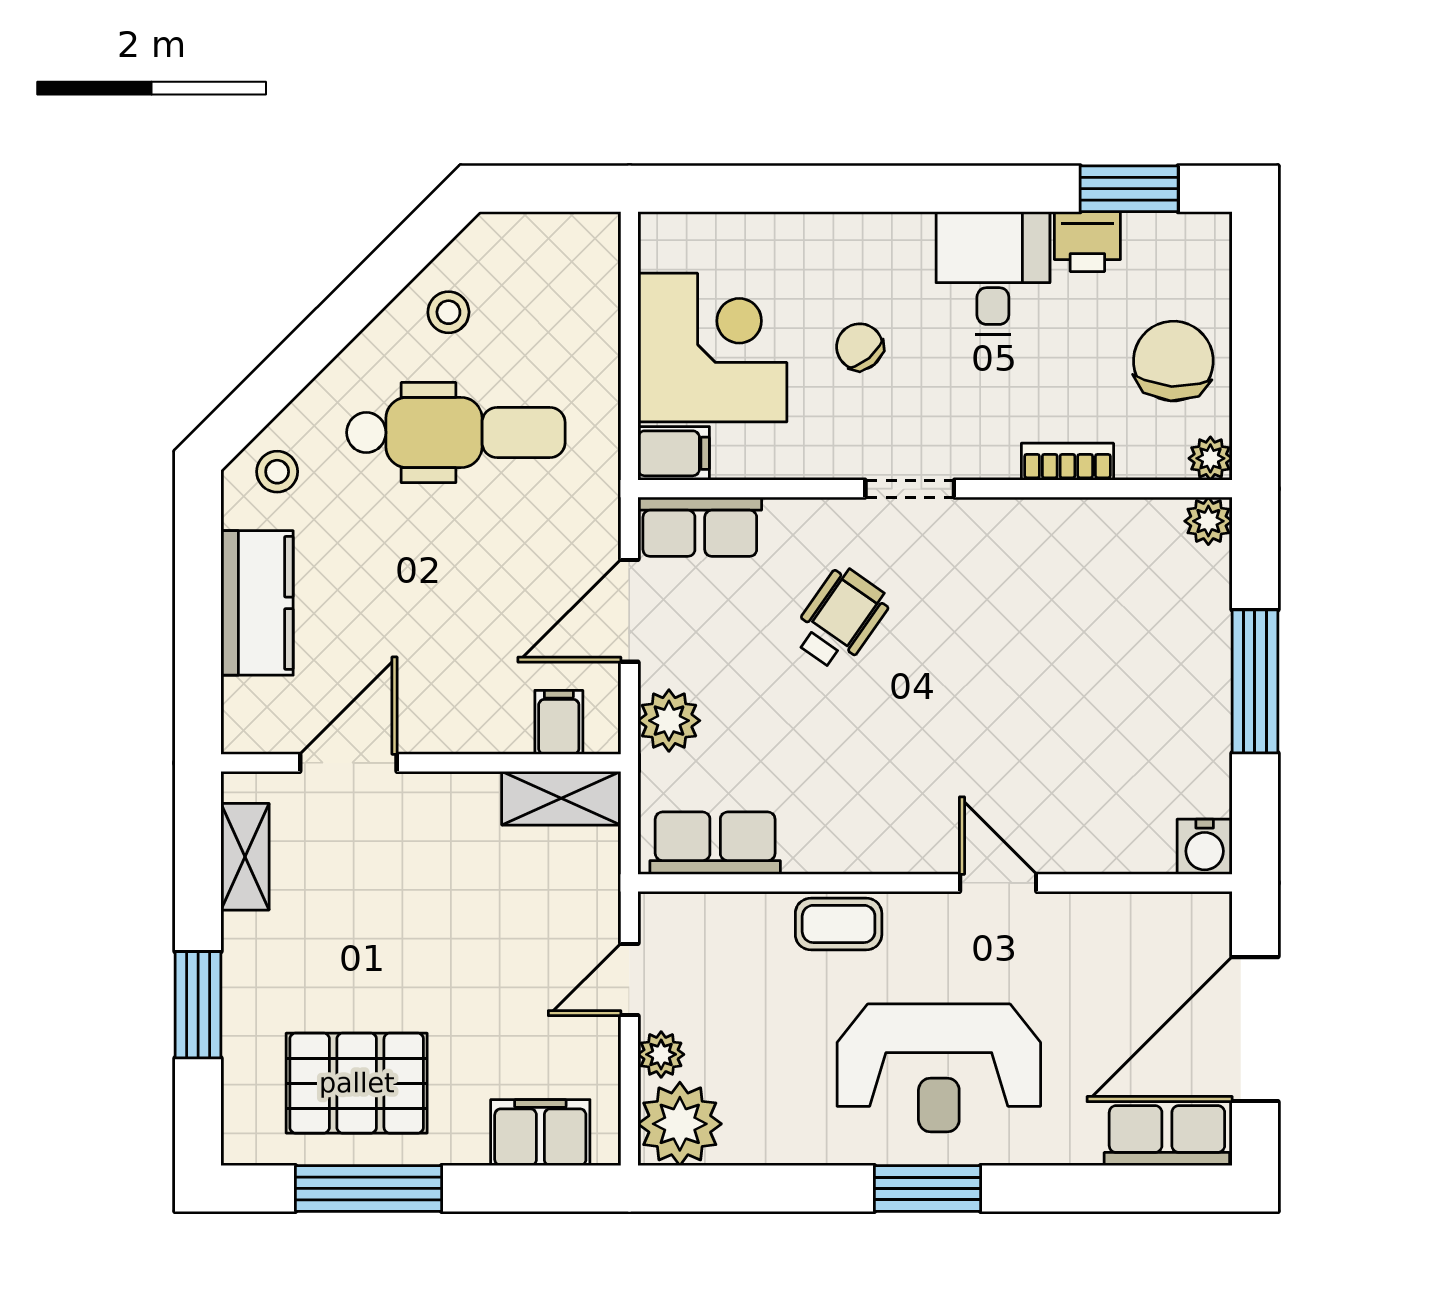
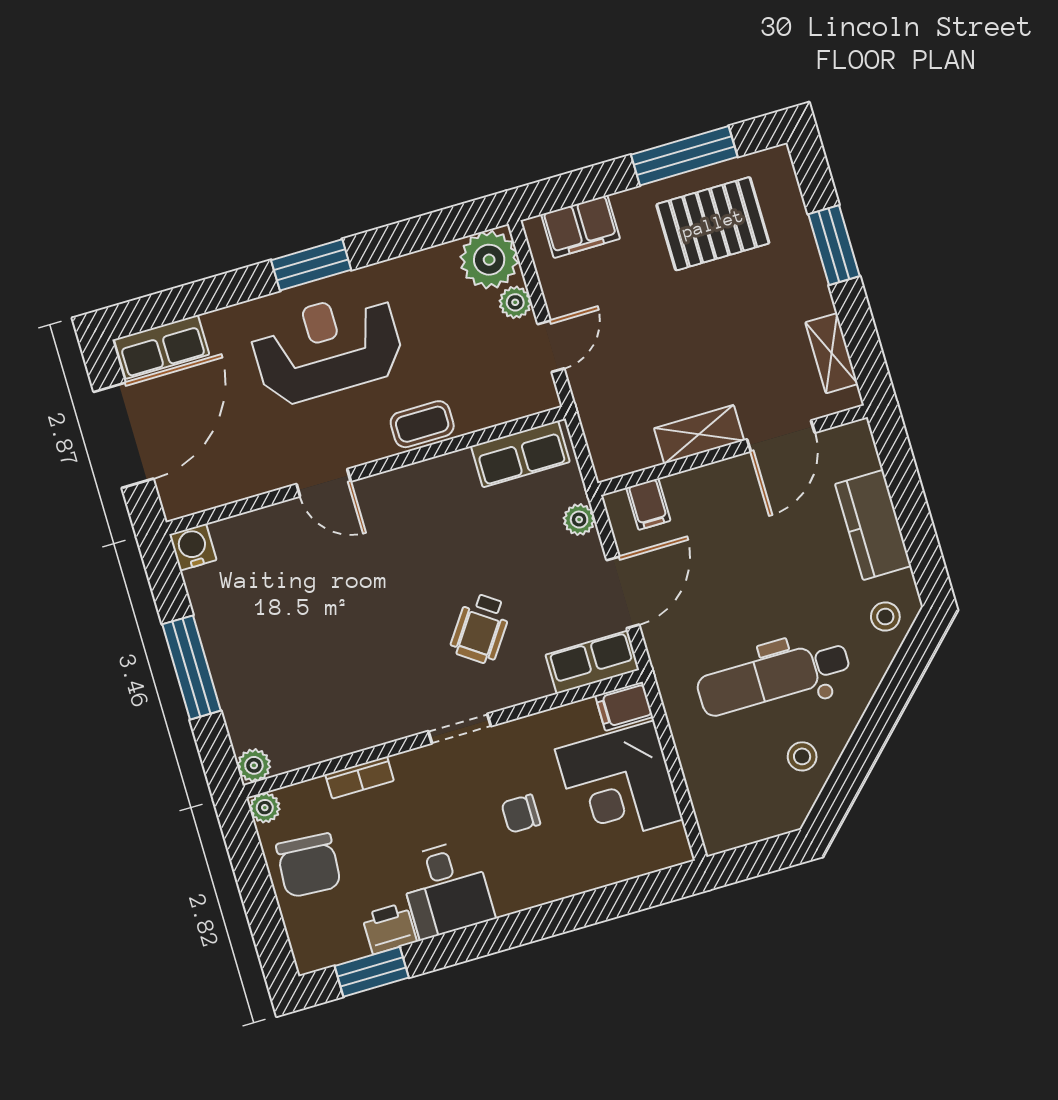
chair: (860, 347) -> (521, 814), turned 130
plant: (669, 721) -> (579, 520), width x0.73, depth x0.73
shelving: (561, 798) -> (699, 434), moved

